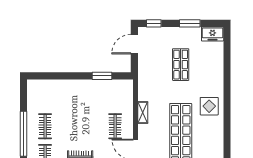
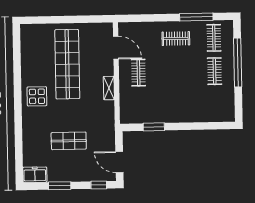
door: (134, 44) -> (119, 162), swing flipped
shop shelf: (181, 65) -> (69, 141), turned 90

